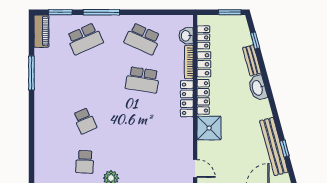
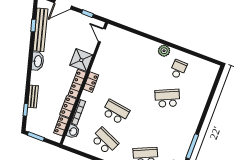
washbasin: (258, 88) -> (38, 61), moved
locker: (187, 99) -> (91, 82), width x0.66
school desk: (85, 121) -> (167, 98), width x1.85

